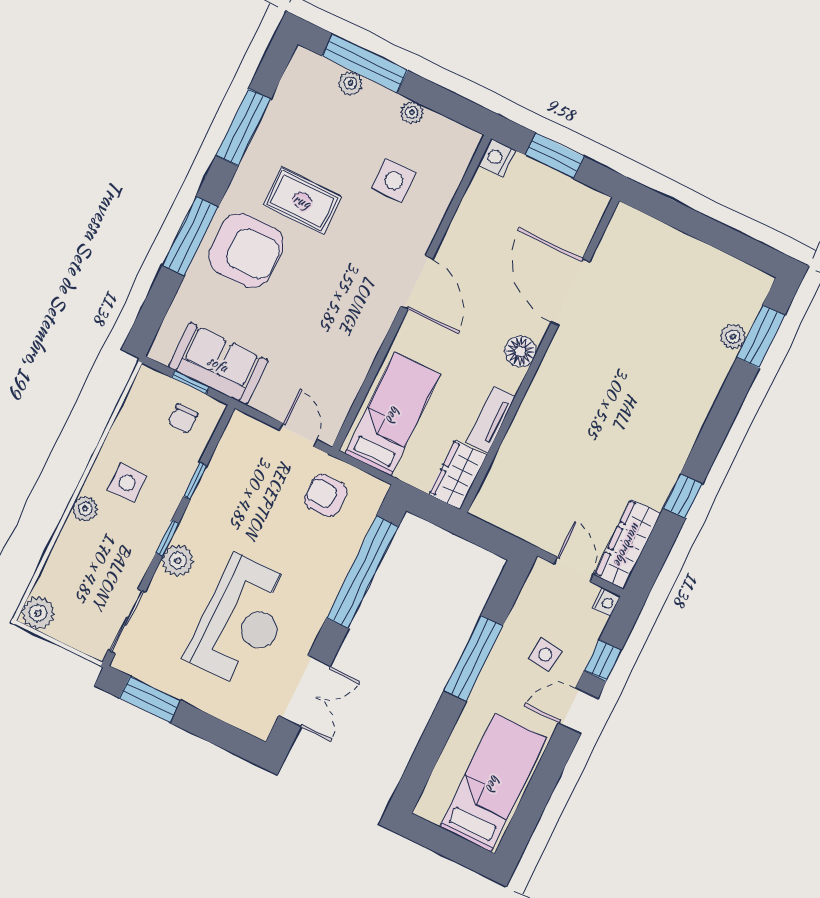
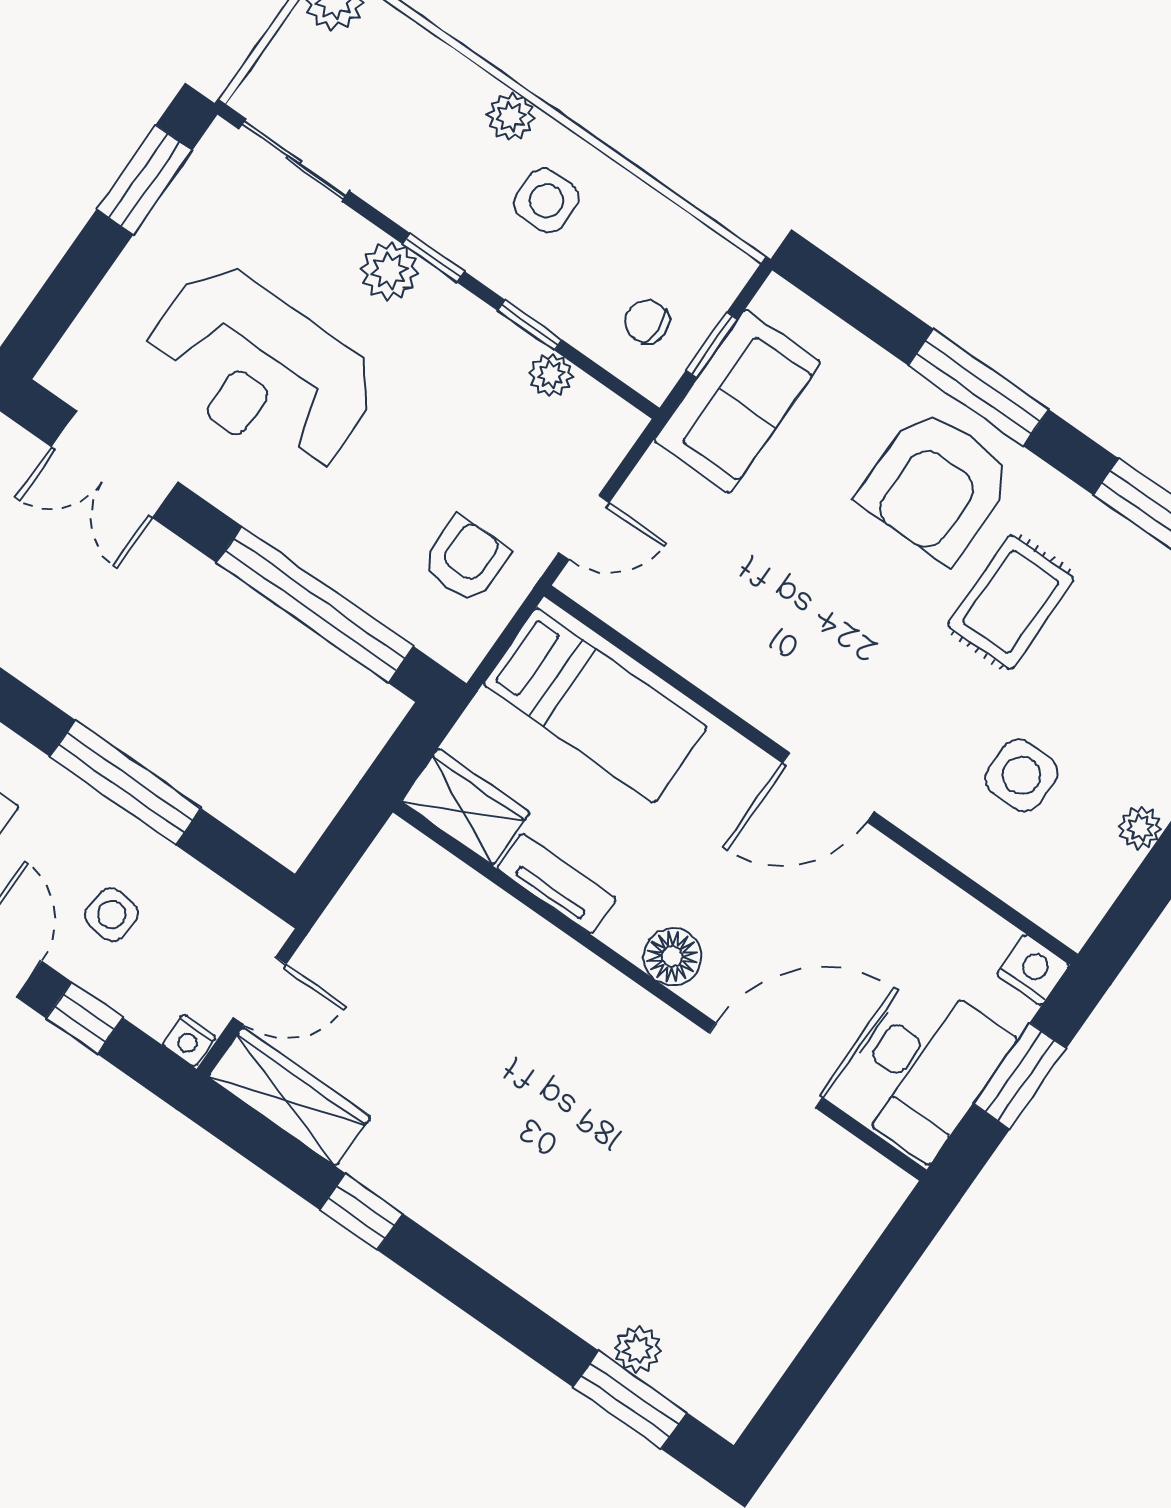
desk: (558, 208) -> (924, 1068), added
plant: (220, 466) -> (551, 375), added

